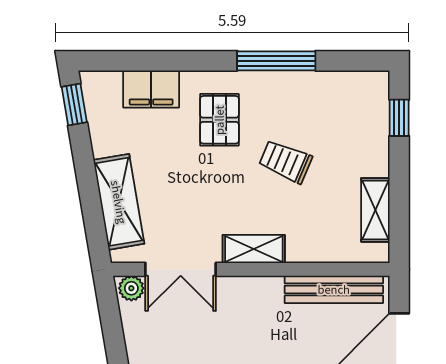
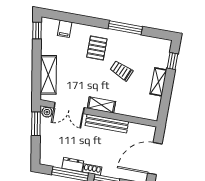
filing cabinet: (151, 89) -> (65, 29), width x0.50
shelving: (375, 210) -> (158, 82), moved
bench: (334, 289) -> (107, 124), moved
window: (111, 320) -> (36, 124), added

